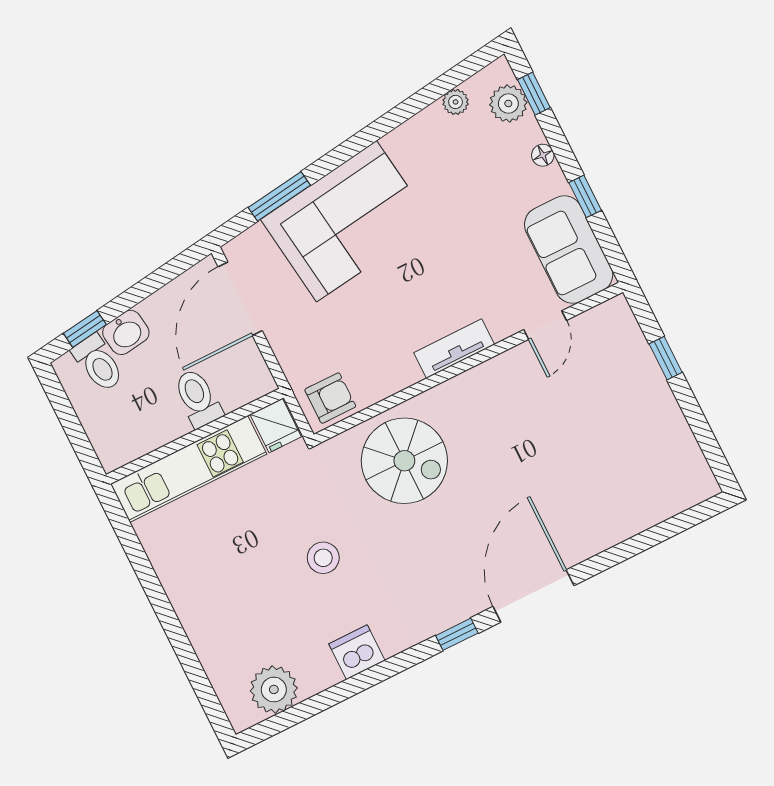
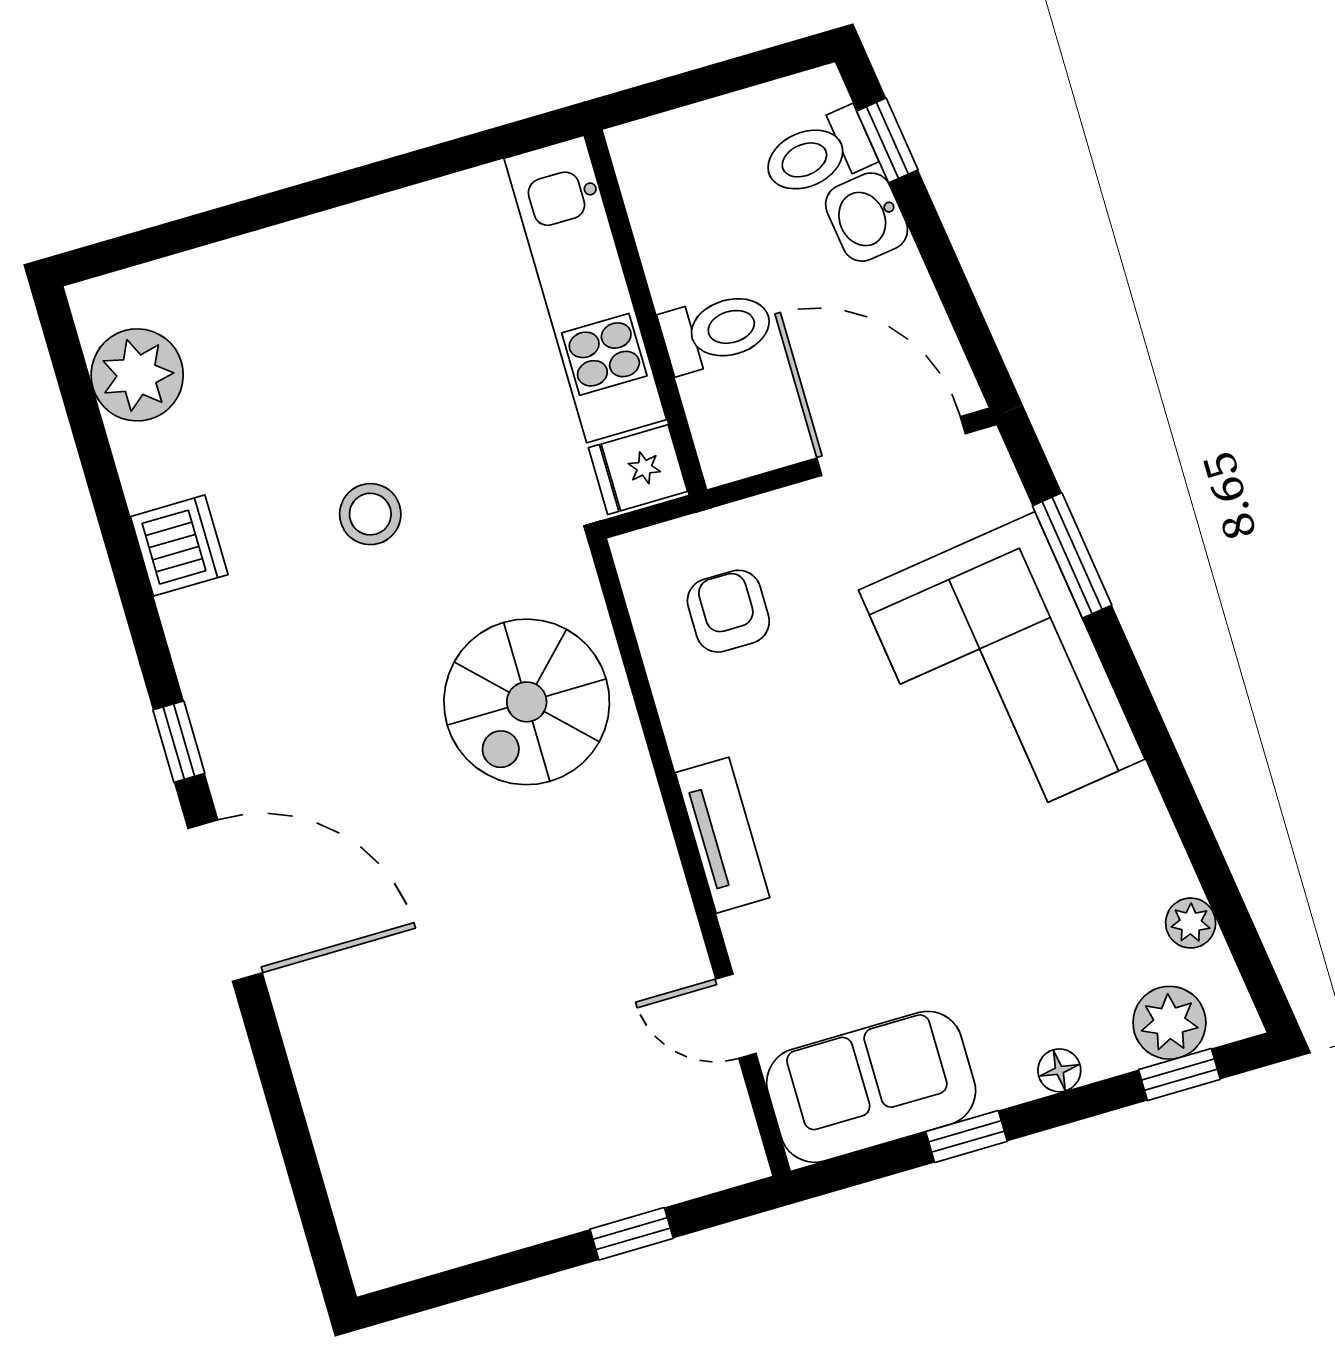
armchair: (330, 398) -> (728, 611), moved, turned 180

